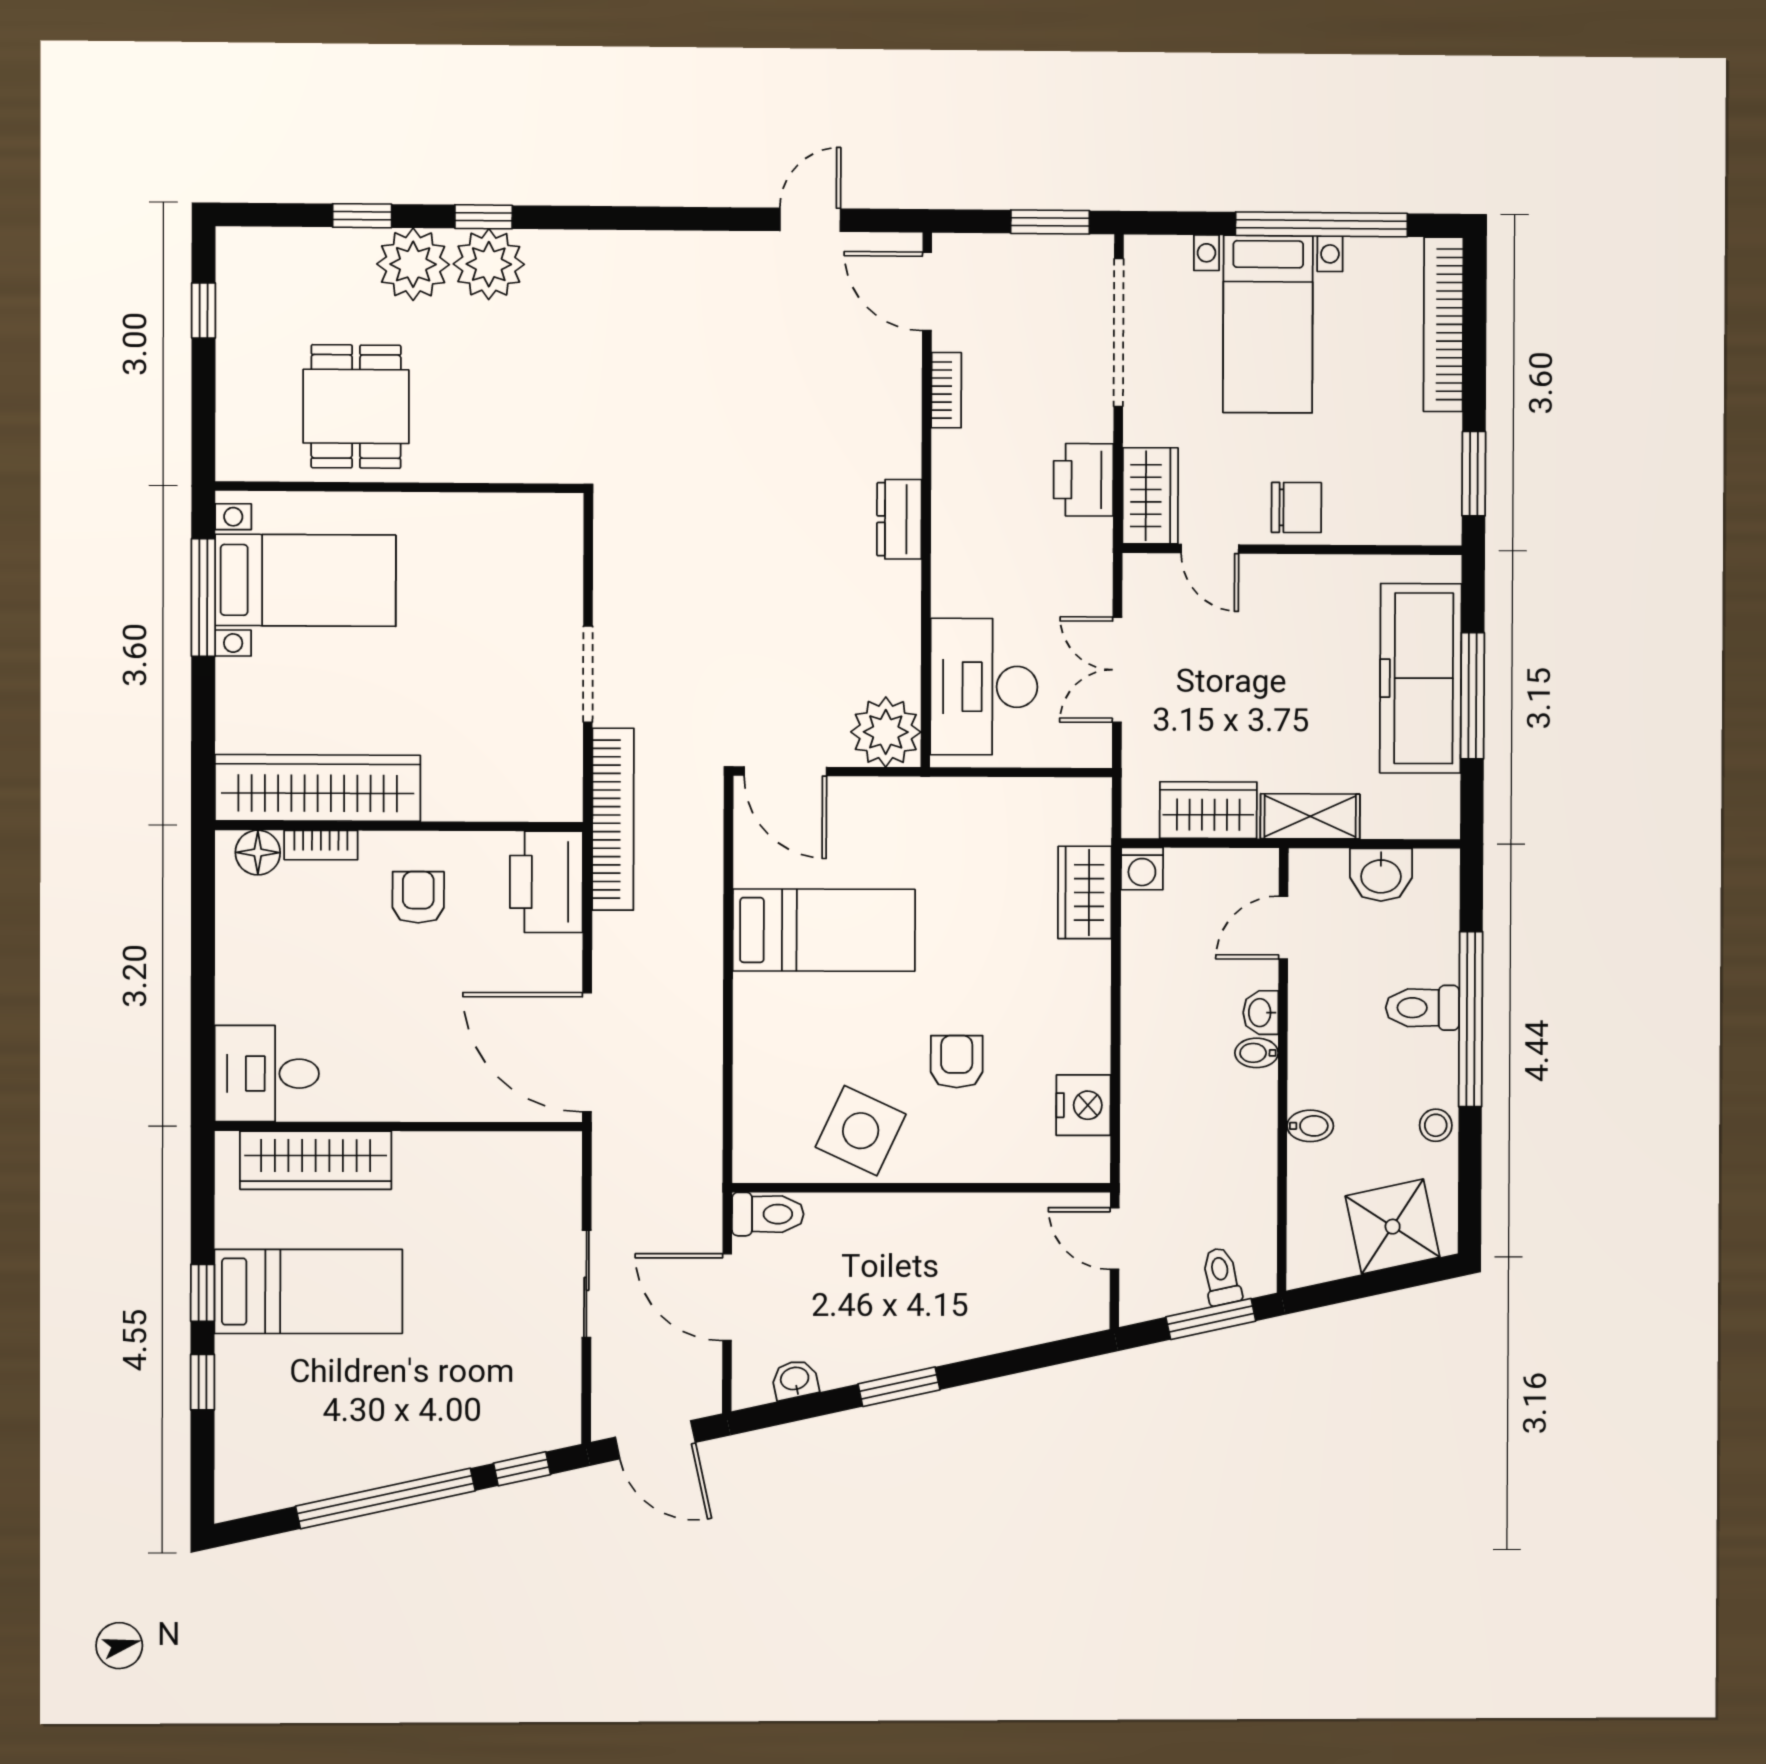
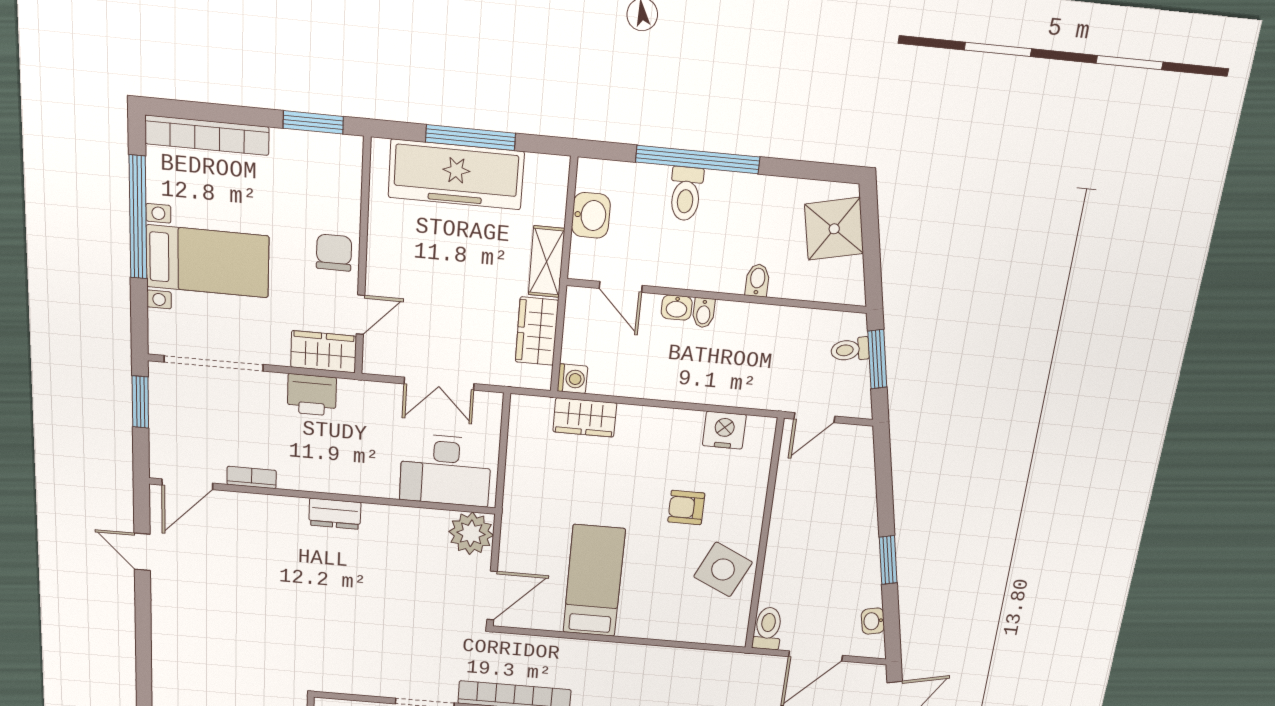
stool: (1436, 1125) -> (769, 192), removed

